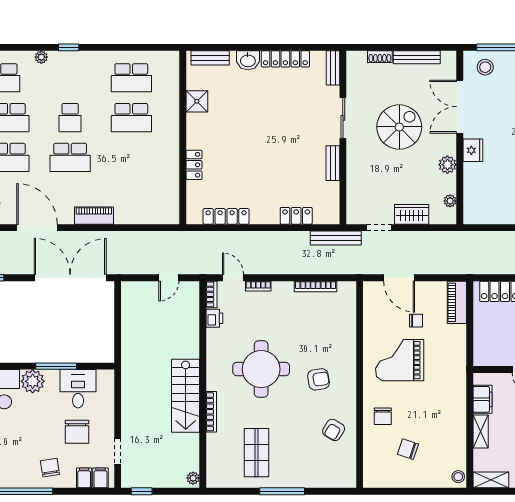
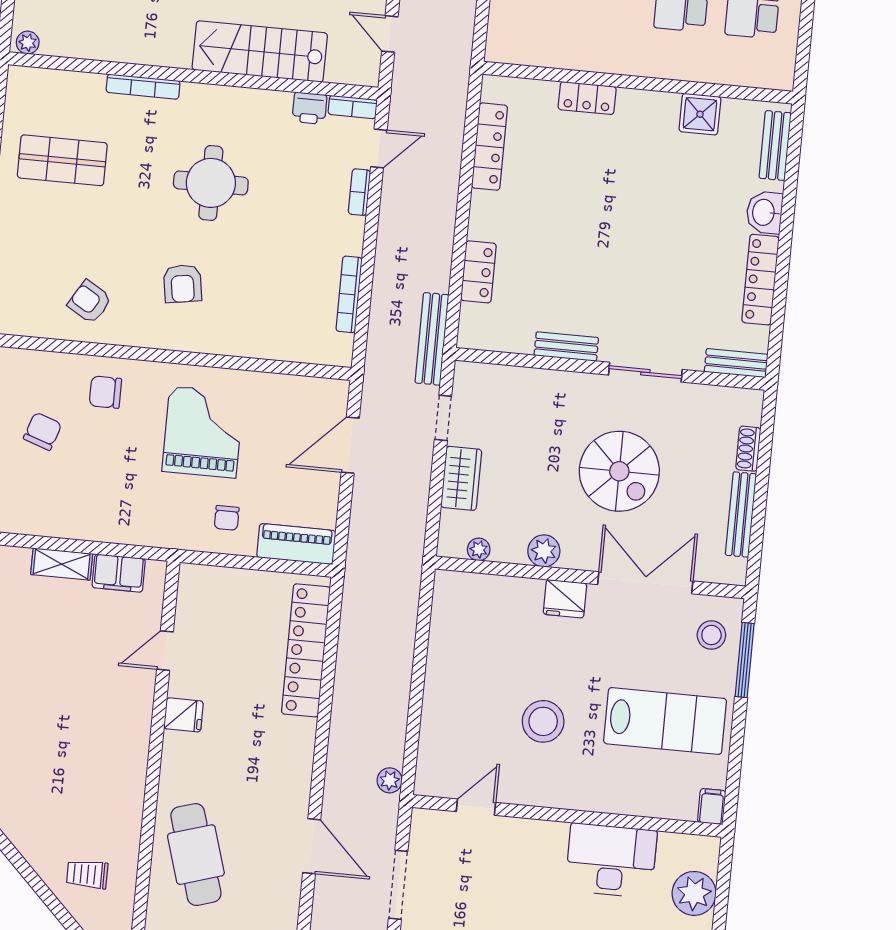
chair: (416, 321) -> (227, 518), moved
round table: (261, 369) -> (211, 183), width x0.73, depth x0.73
stairs: (186, 396) -> (260, 51), moved

